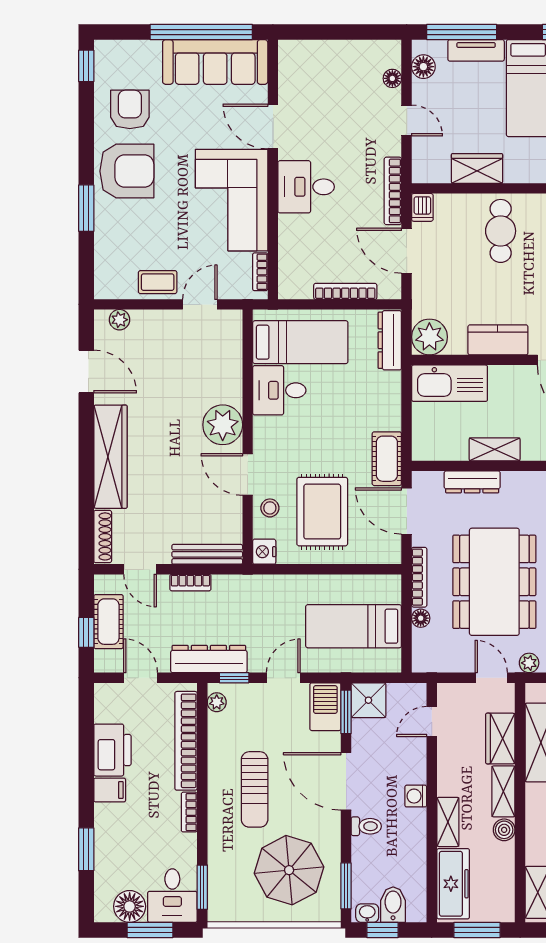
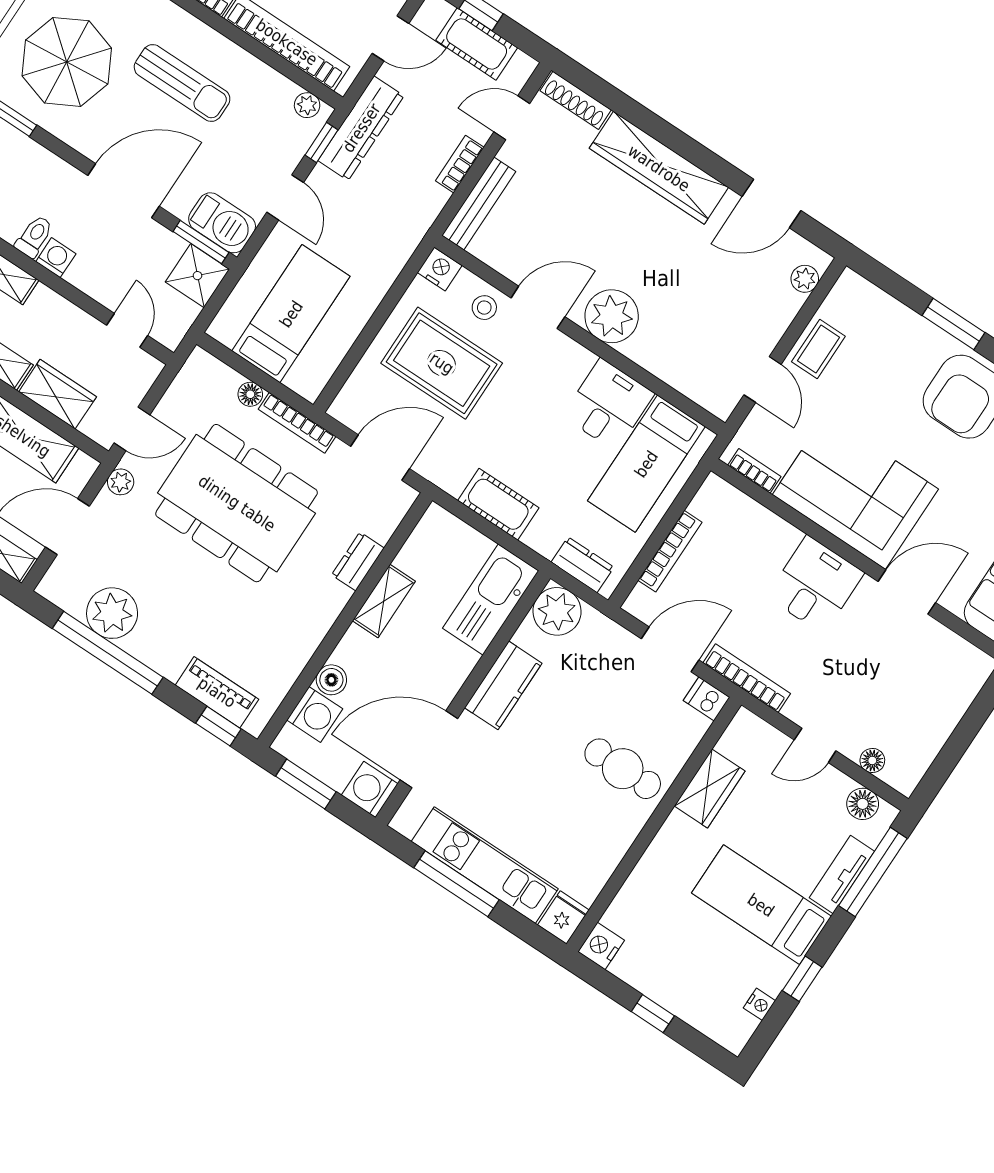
dresser: (390, 340) -> (583, 565), width x0.70
cot: (387, 459) -> (498, 504), moved
dresser: (472, 482) -> (358, 562), width x0.70
sun lounger: (255, 789) -> (182, 83), turned 180
toilet: (366, 826) -> (34, 237), moved, turned 180

